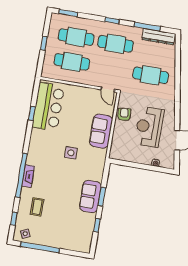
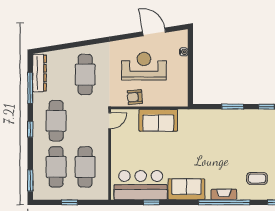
reception desk: (149, 127) -> (144, 66), turned 180
side table: (71, 153) -> (189, 150), removed
sofa: (90, 196) -> (186, 189), moved, turned 180

